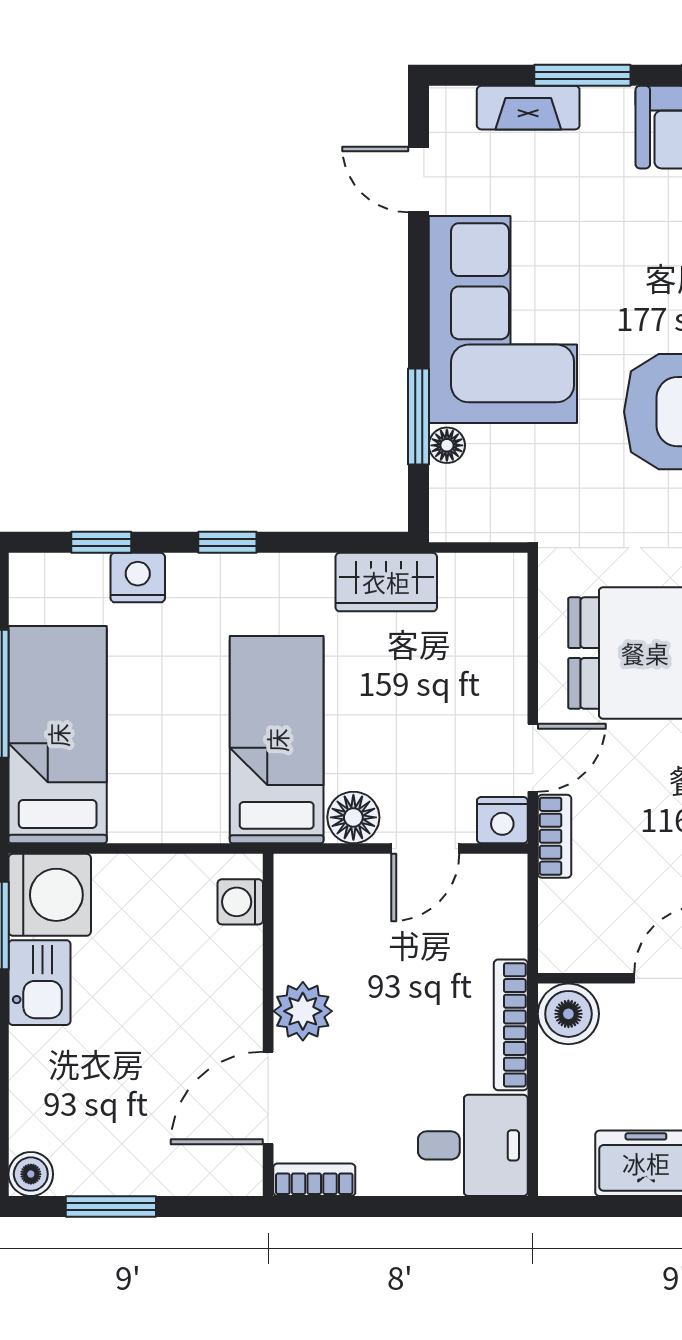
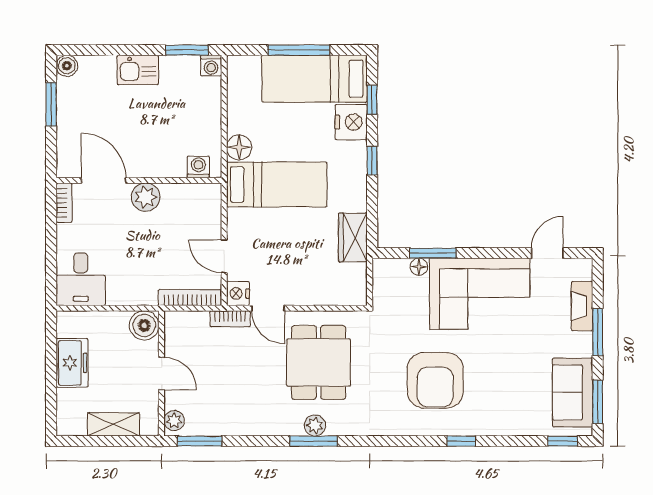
nightstand: (138, 578) -> (351, 122), width x1.36, depth x1.33
bed: (58, 735) -> (314, 79), moved, turned 180
floor lamp: (353, 817) -> (239, 147), moved
washing machine: (50, 895) -> (211, 66), width x0.53, depth x0.53
kitchen sink: (39, 983) -> (138, 70), moved
bookcase: (511, 1025) -> (190, 298), moved

